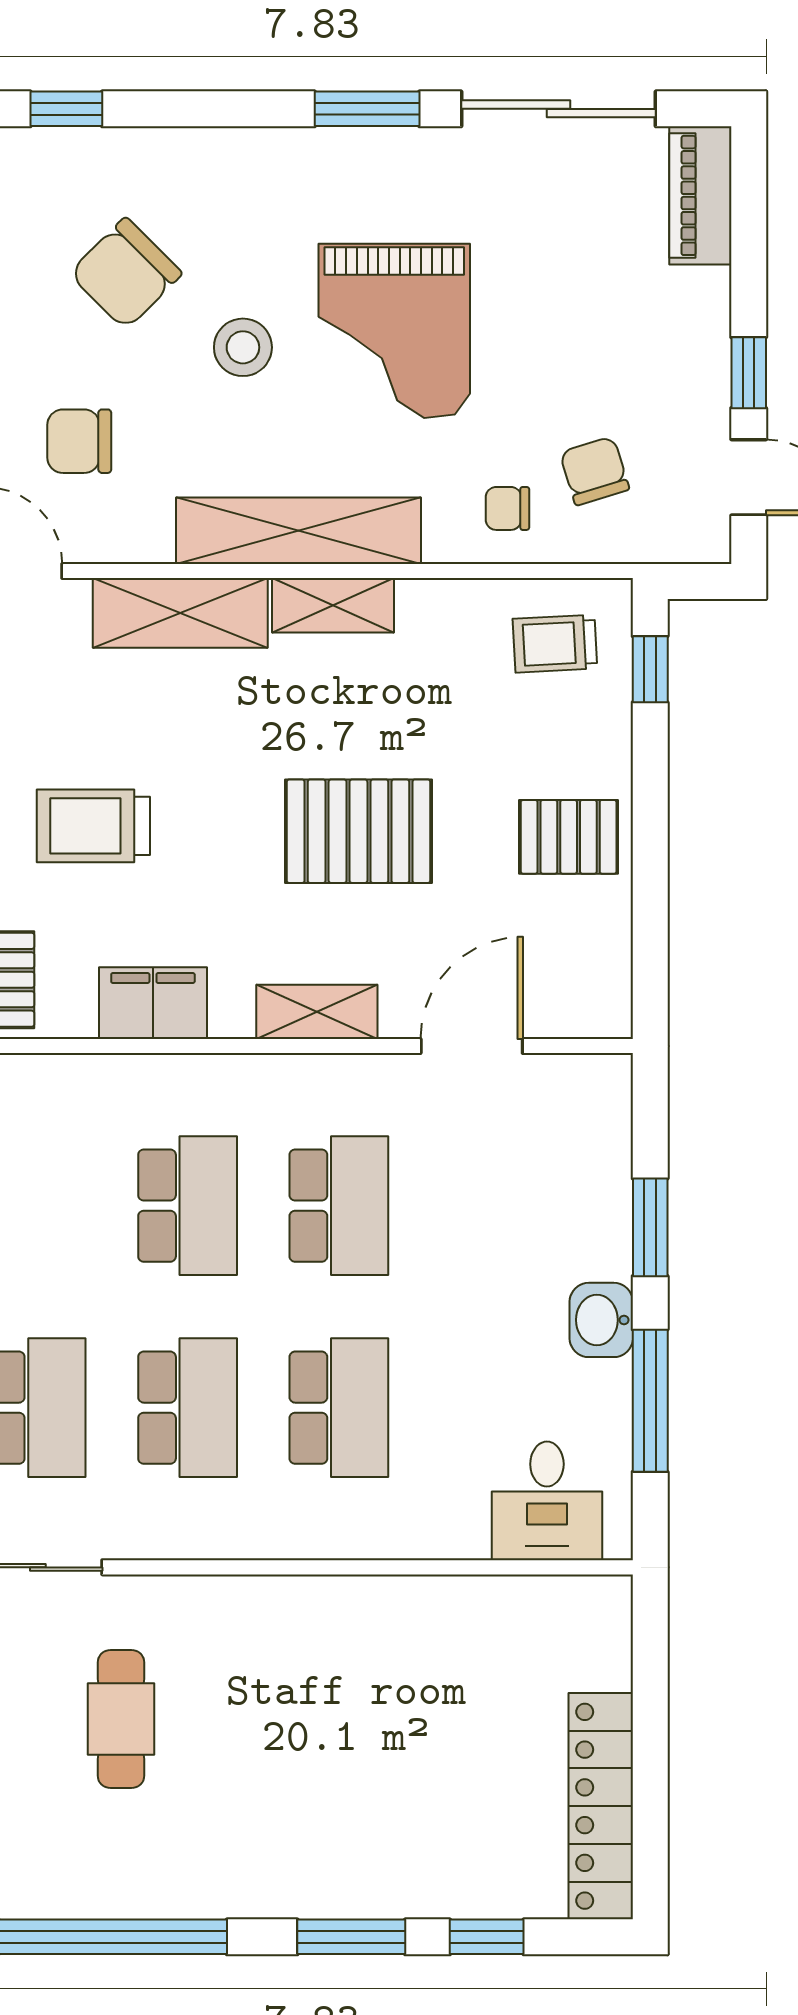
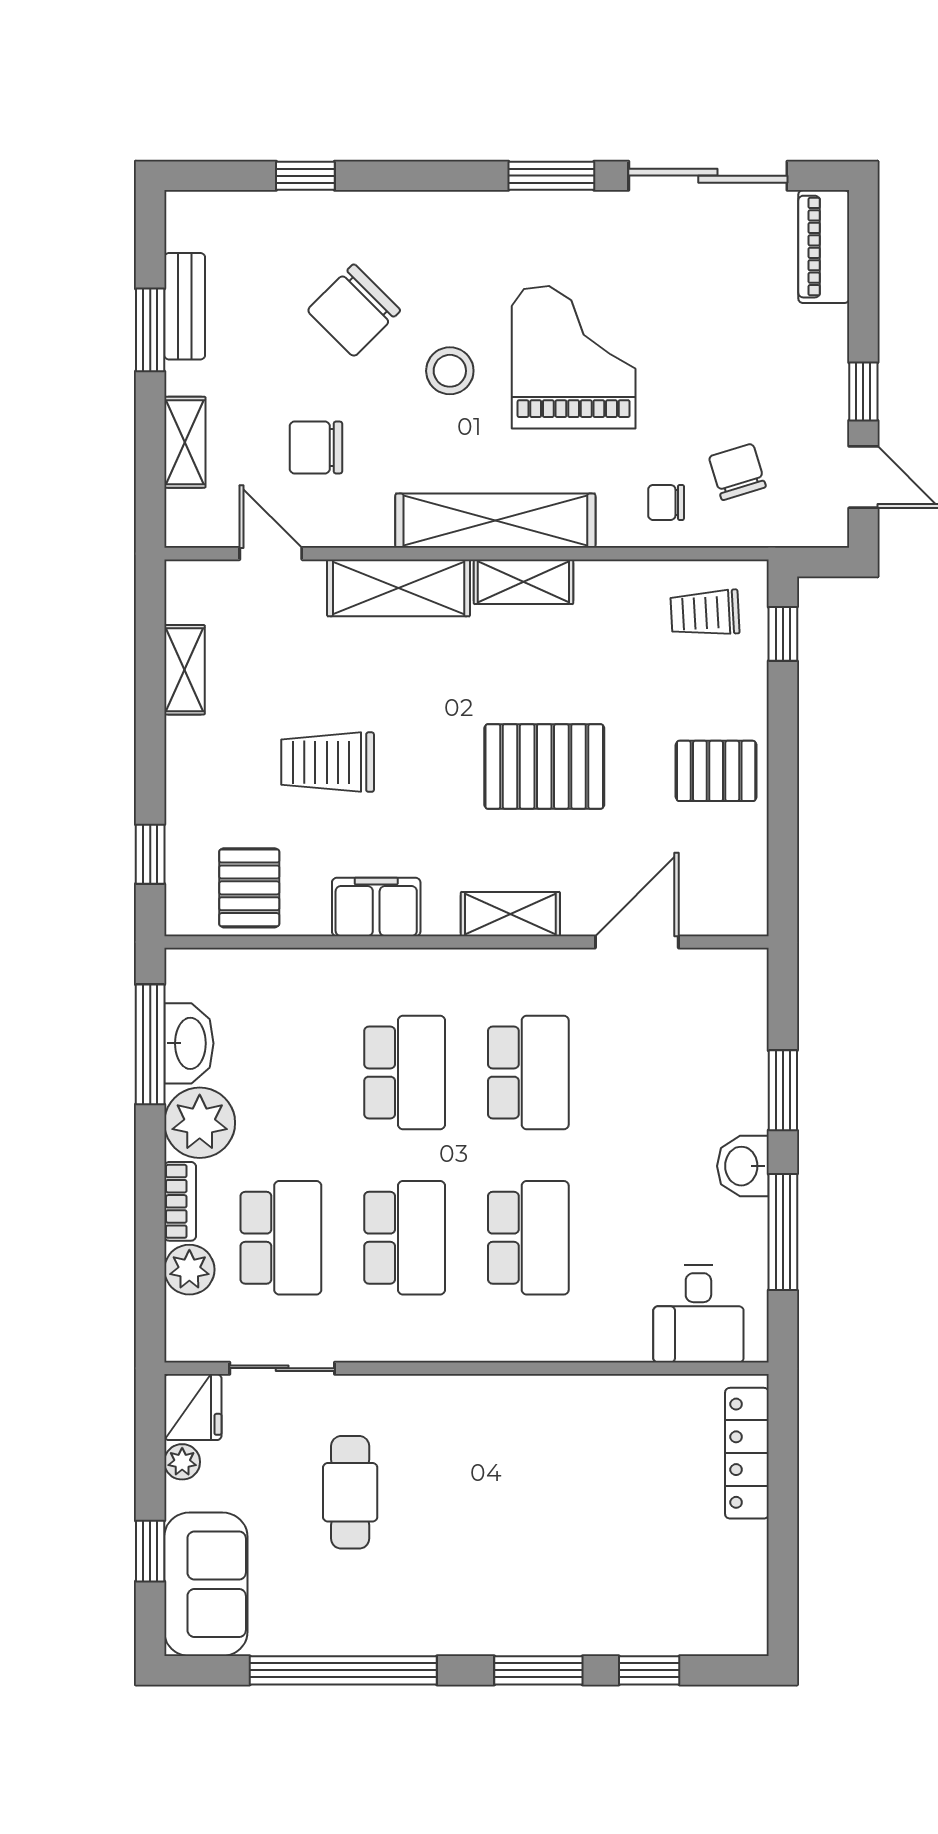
grand piano: (394, 331) -> (574, 357), turned 180
locker: (601, 1806) -> (747, 1453), moved, width x0.71, depth x0.83

